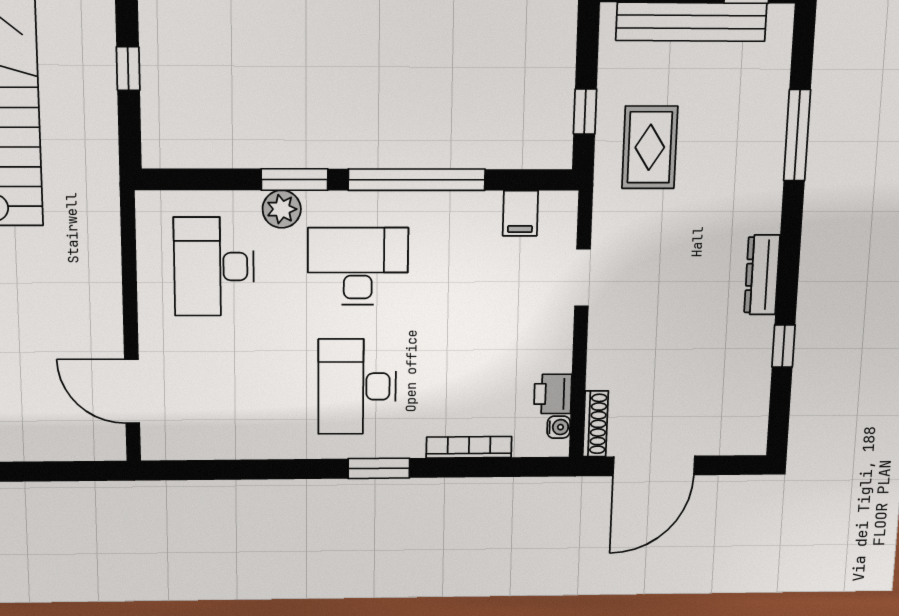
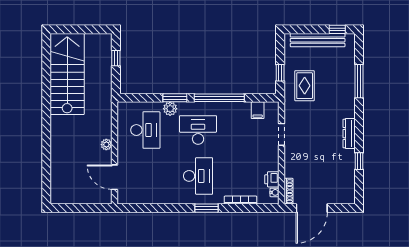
desk: (214, 267) -> (145, 130), turned 180
plant: (107, 305) -> (106, 145), added
desk: (357, 387) -> (198, 176), turned 180

